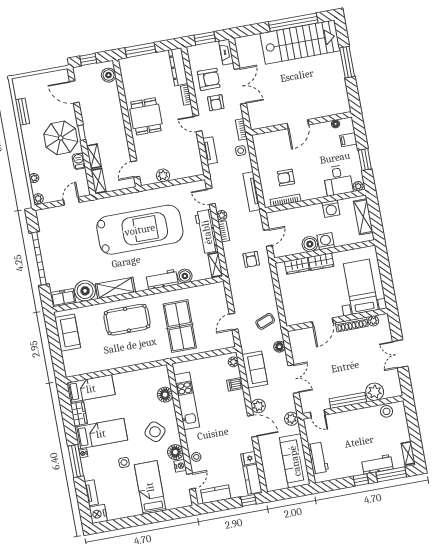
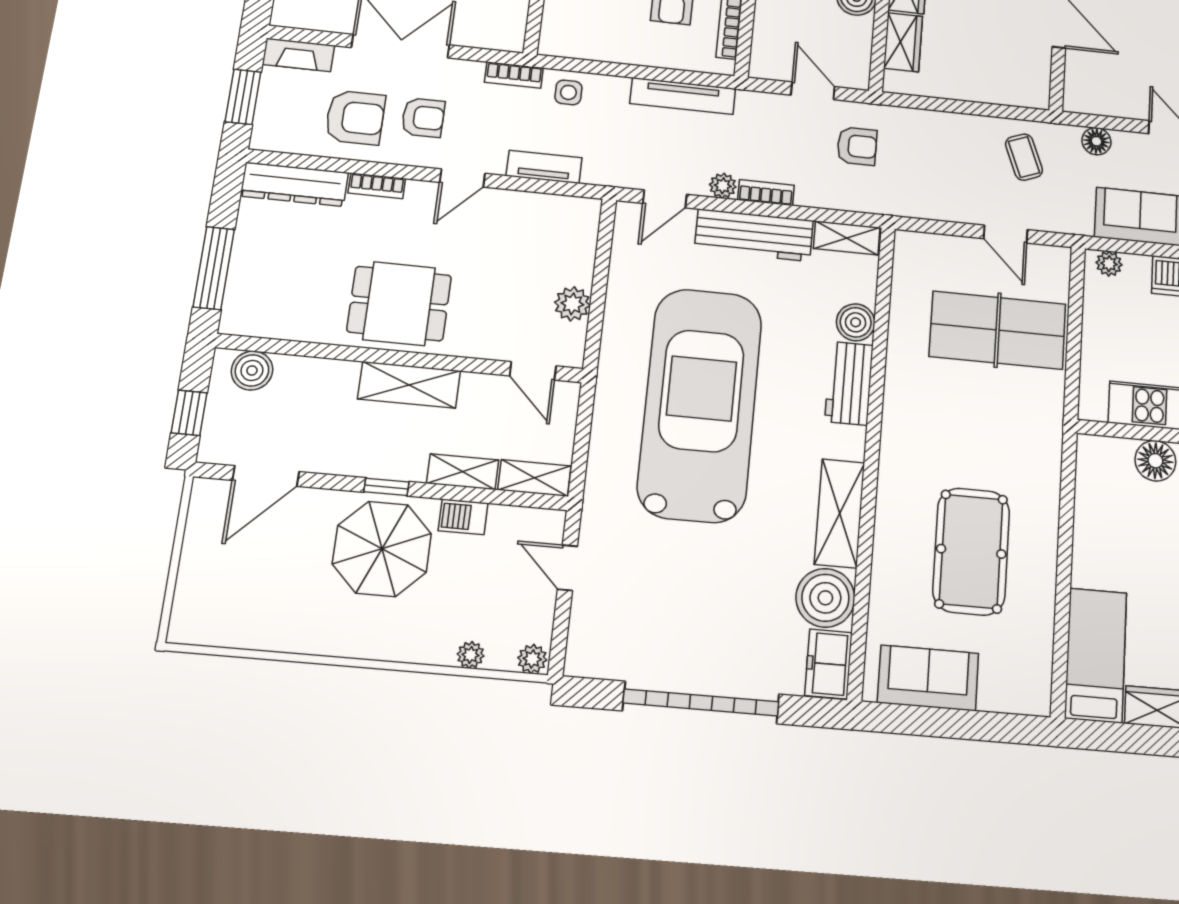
armchair: (209, 79) -> (355, 118), turned 90
bench: (22, 112) -> (271, 637), removed
shelving: (119, 129) -> (409, 385), added
pool table: (127, 320) -> (971, 551), moved
table tennis table: (180, 326) -> (998, 330), moved

